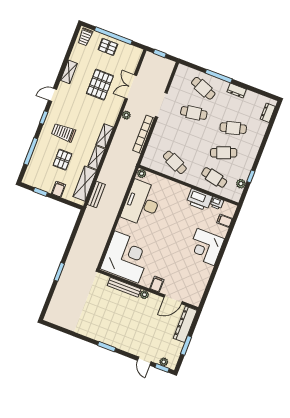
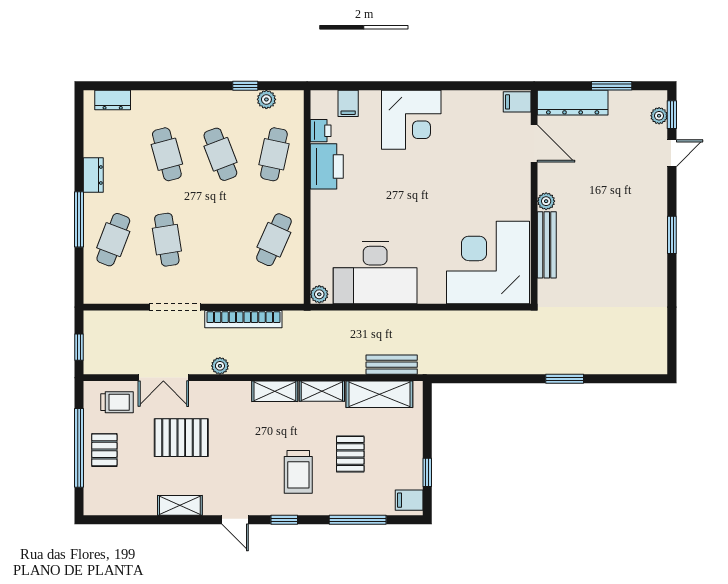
trolley: (85, 37) -> (117, 402), moved
pallet: (62, 160) -> (350, 454), turned 90
filing cabinet: (59, 189) -> (409, 500), moved
filing cabinet: (157, 284) -> (517, 102), moved

